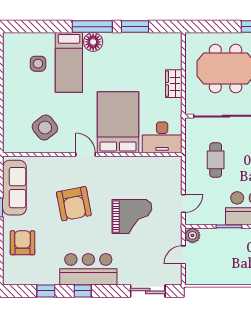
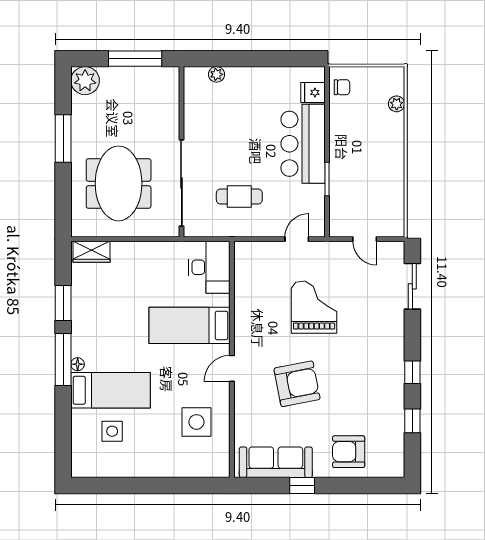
floor lamp: (93, 42) -> (78, 364), width x0.53, depth x0.53
wardrobe: (174, 84) -> (92, 252), moved
bed: (118, 122) -> (190, 325), width x0.67
side table: (45, 128) -> (196, 422), turned 38
door: (183, 203) -> (297, 239), hinge flipped
plant: (192, 235) -> (339, 227), removed
bar counter: (88, 269) -> (384, 365), removed

